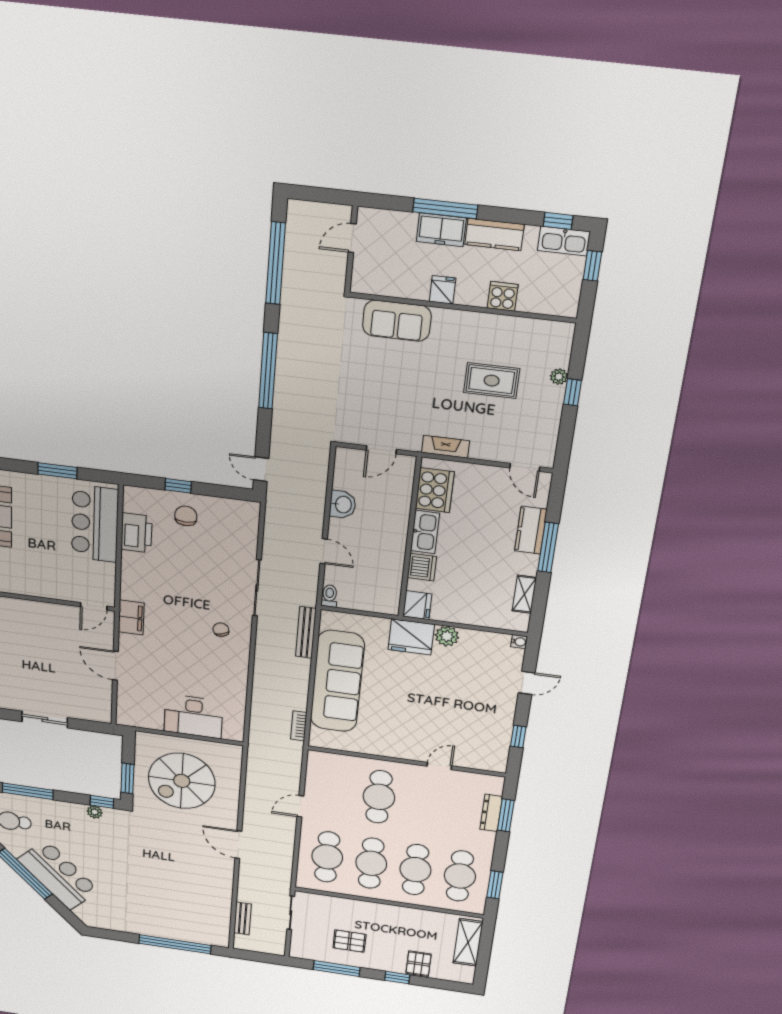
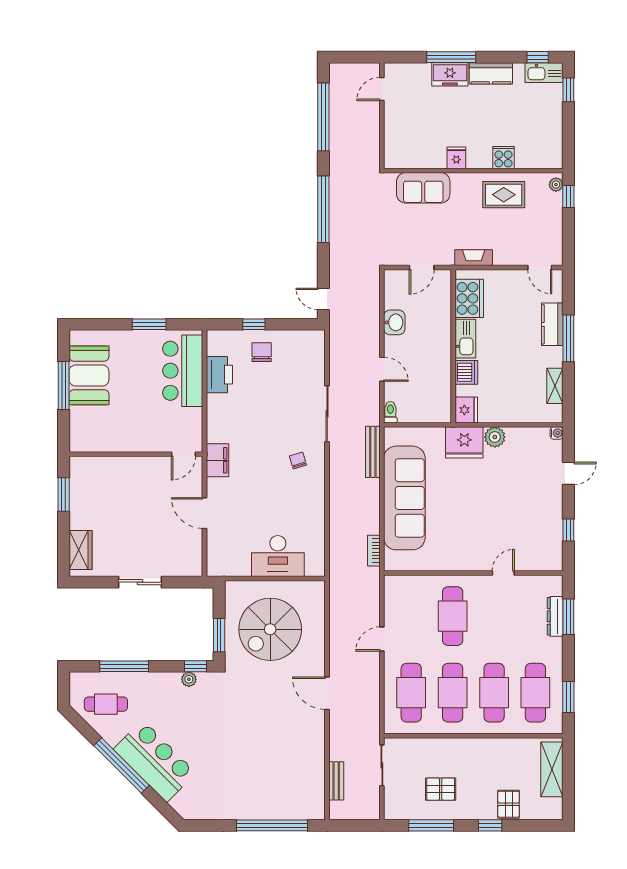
fridge: (443, 290) -> (456, 158), moved
cooker: (503, 296) -> (503, 158), moved
wall: (462, 308) -> (473, 171), moved
sofa: (397, 321) -> (423, 188), moved

